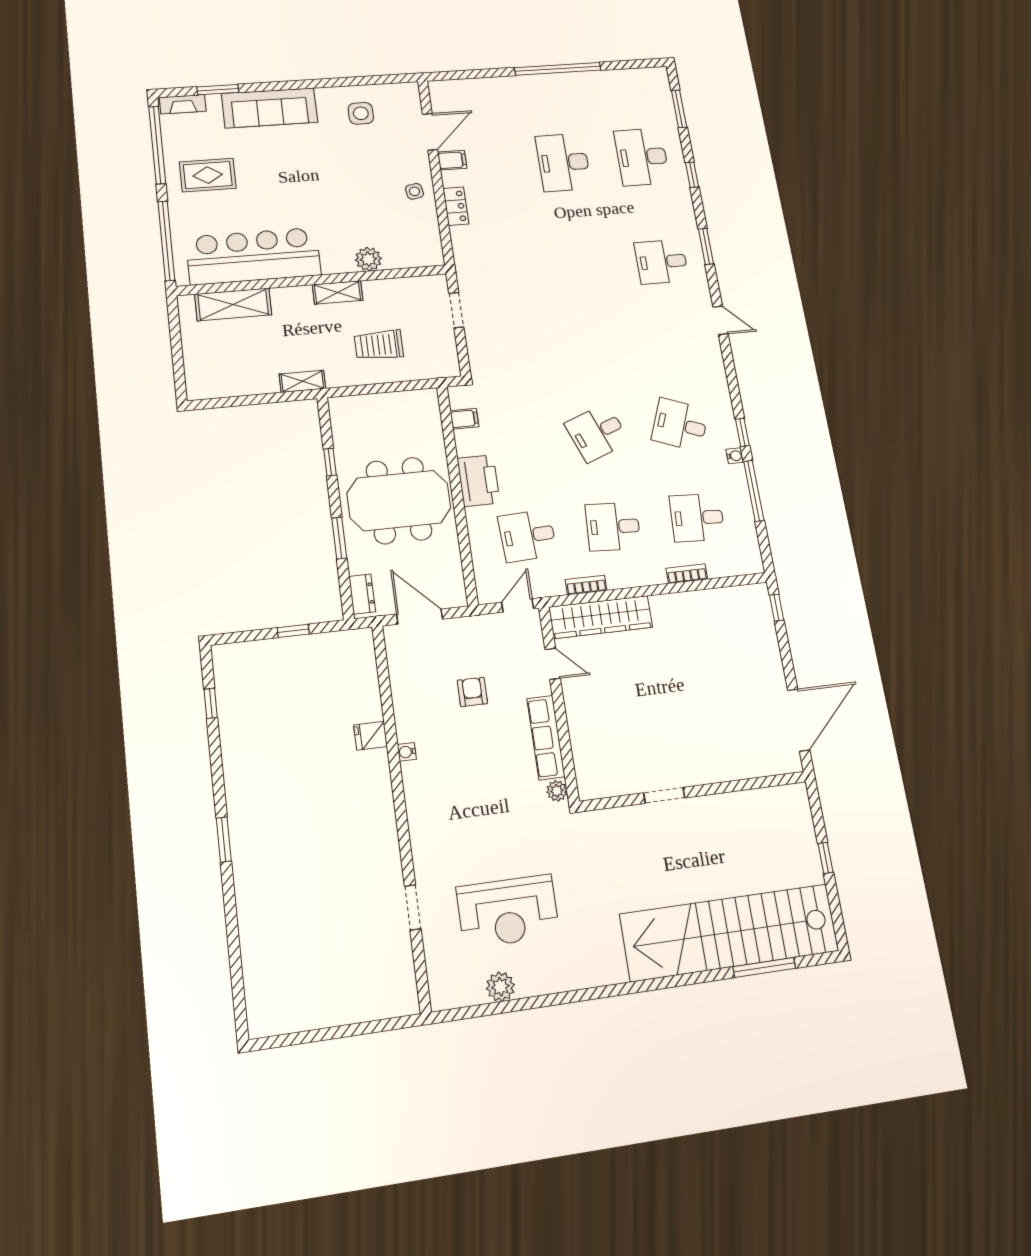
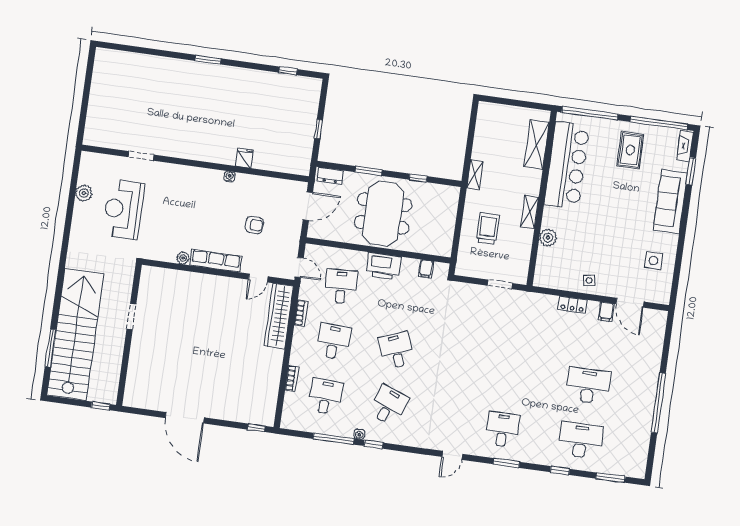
wall: (694, 791) -> (129, 335), moved
doorway: (664, 795) -> (131, 317), moved

